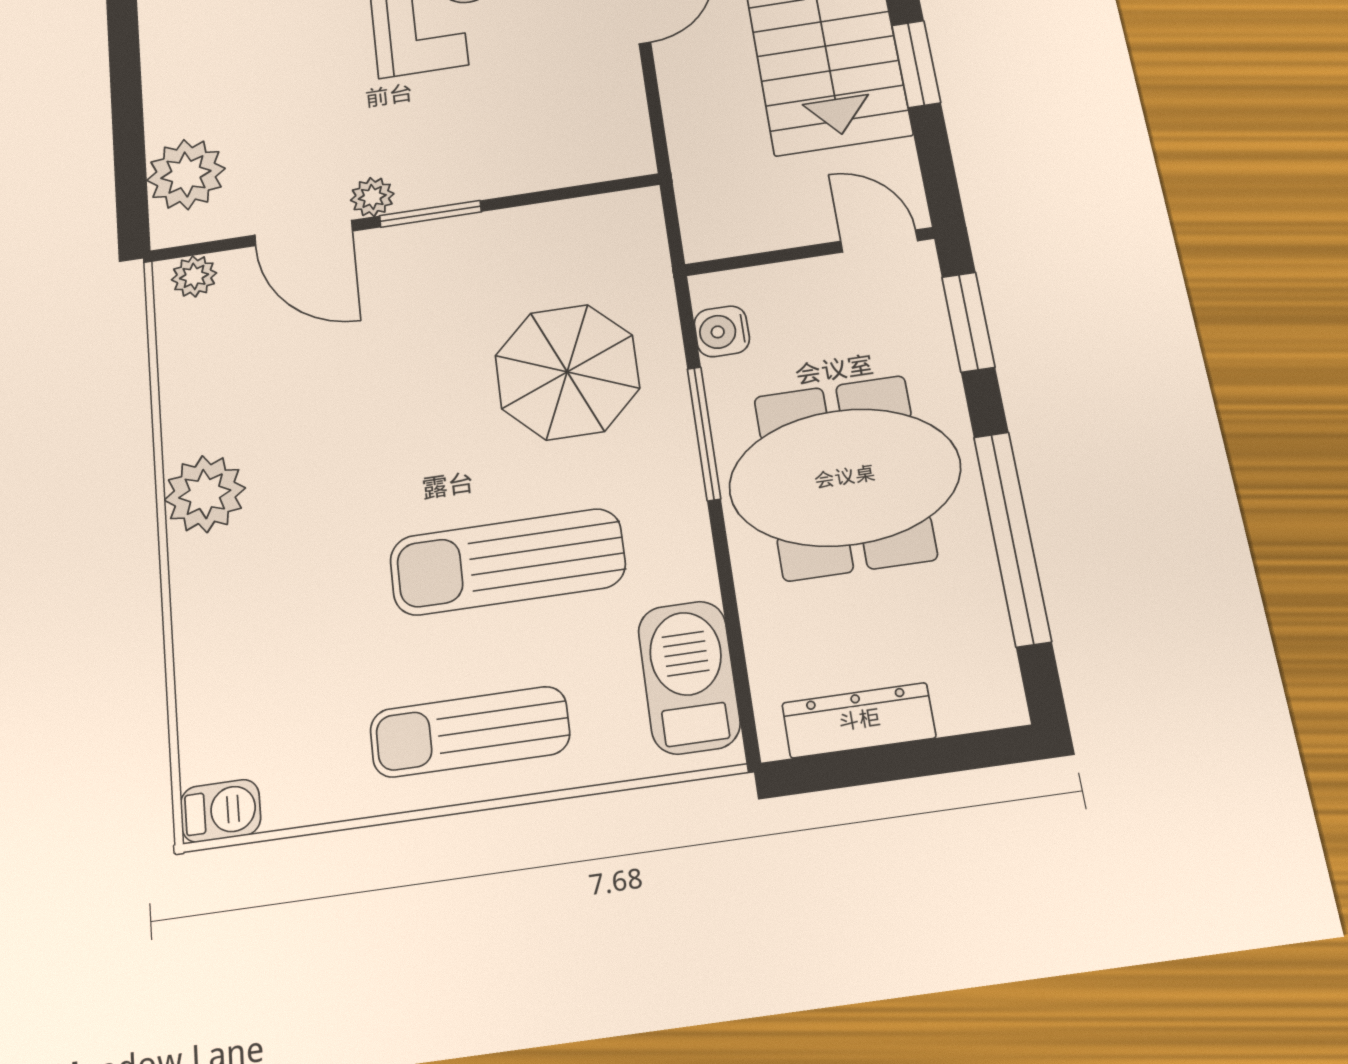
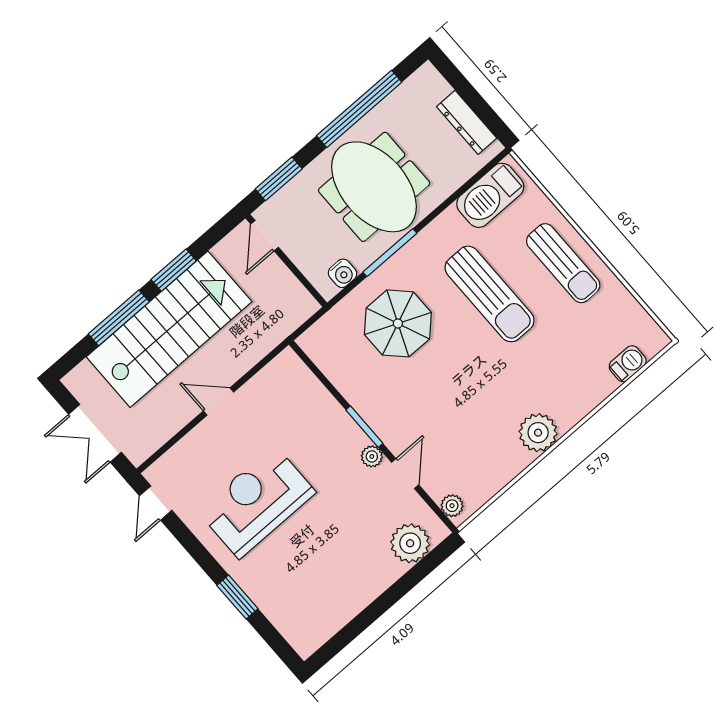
door: (304, 233) -> (405, 474), width x0.73
barbecue: (220, 811) -> (628, 364), moved, turned 90

